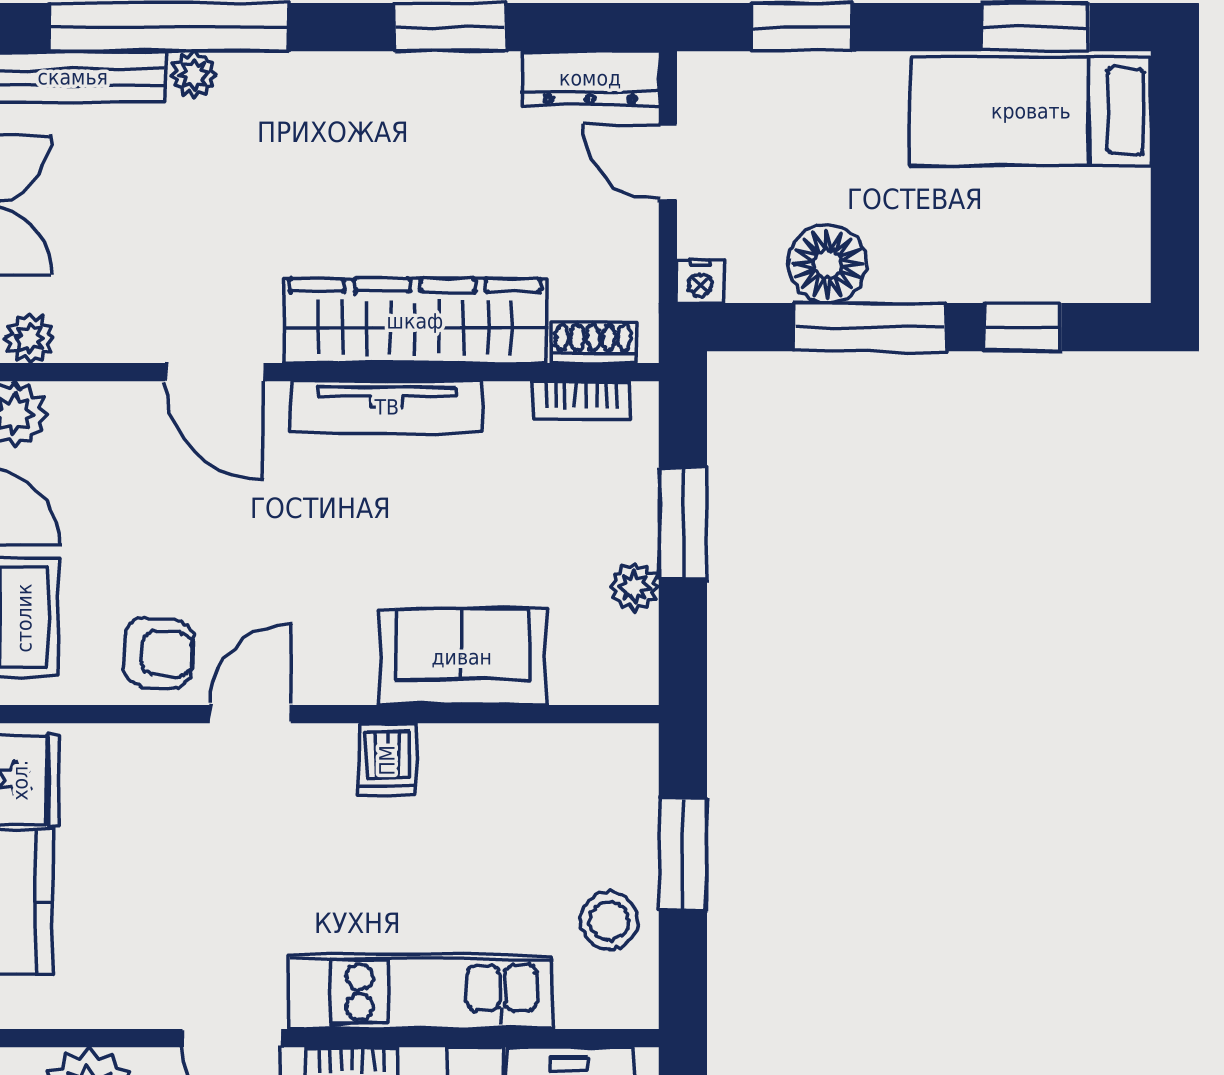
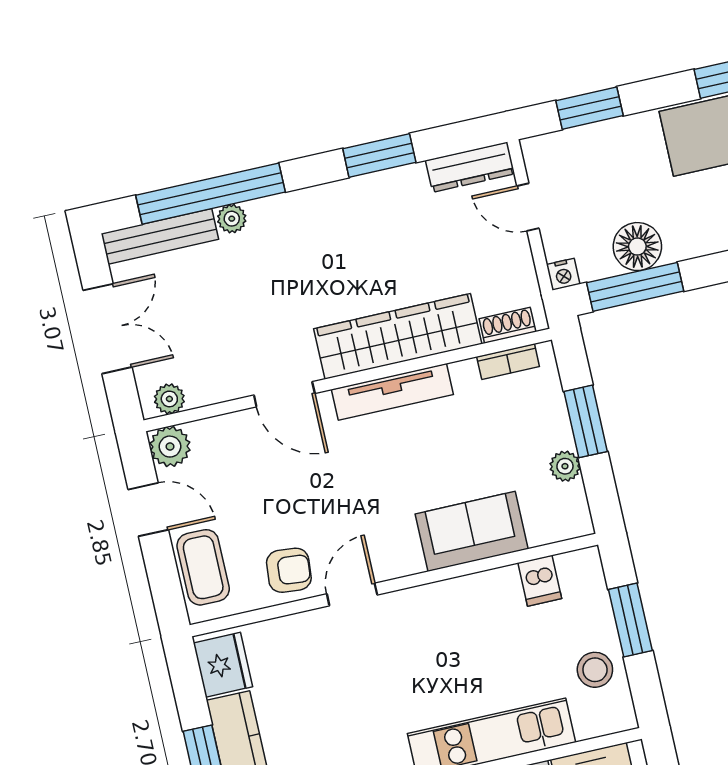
window: (870, 327) -> (635, 287), moved
dishwasher: (387, 760) -> (540, 581), moved

